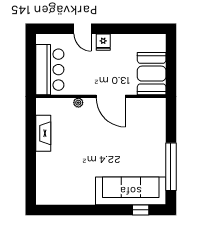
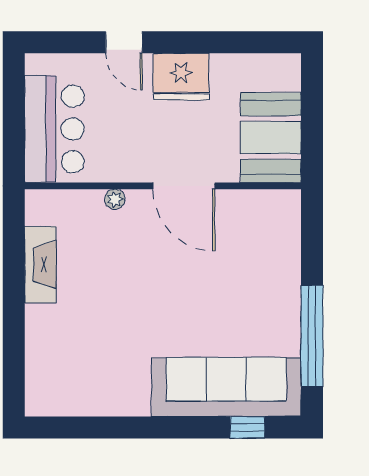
fridge: (103, 42) -> (181, 77), width x1.88, depth x1.34

